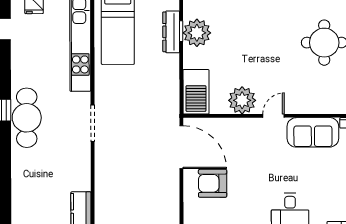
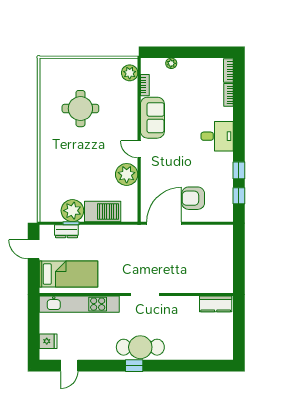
dresser: (171, 32) -> (66, 231), width x0.70
barbecue: (196, 92) -> (103, 211), moved
armchair: (213, 183) -> (193, 198), turned 90

